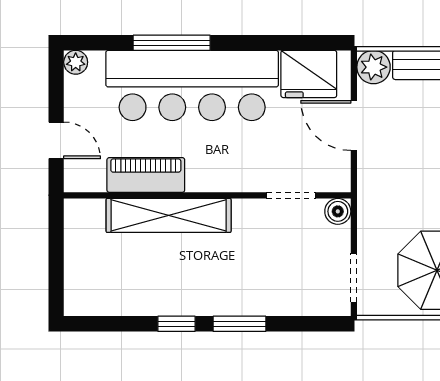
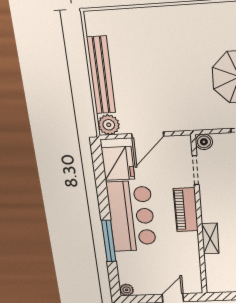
bar counter: (192, 85) -> (131, 216), width x0.73
piano: (146, 175) -> (186, 210), moved
shelving: (169, 215) -> (210, 239), width x0.45, depth x0.75

